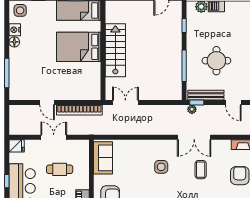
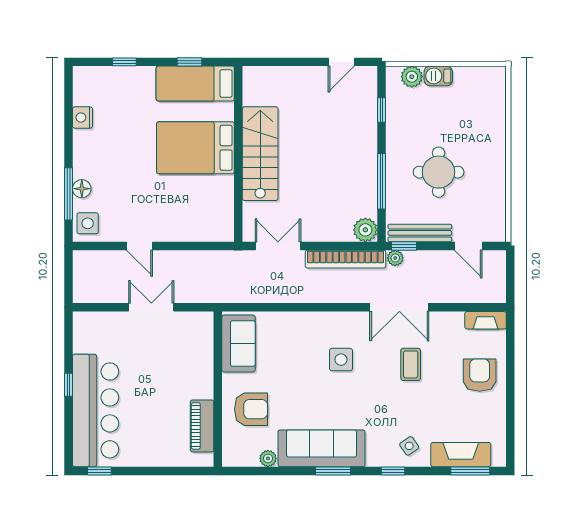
side table: (20, 10) -> (88, 223), moved
floor lamp: (14, 42) -> (82, 189), moved
plant: (175, 93) -> (365, 230), added
bookcase: (79, 110) -> (346, 259), moved
fridge: (17, 146) -> (86, 323), removed
cafe table: (60, 169) -> (162, 364), removed

